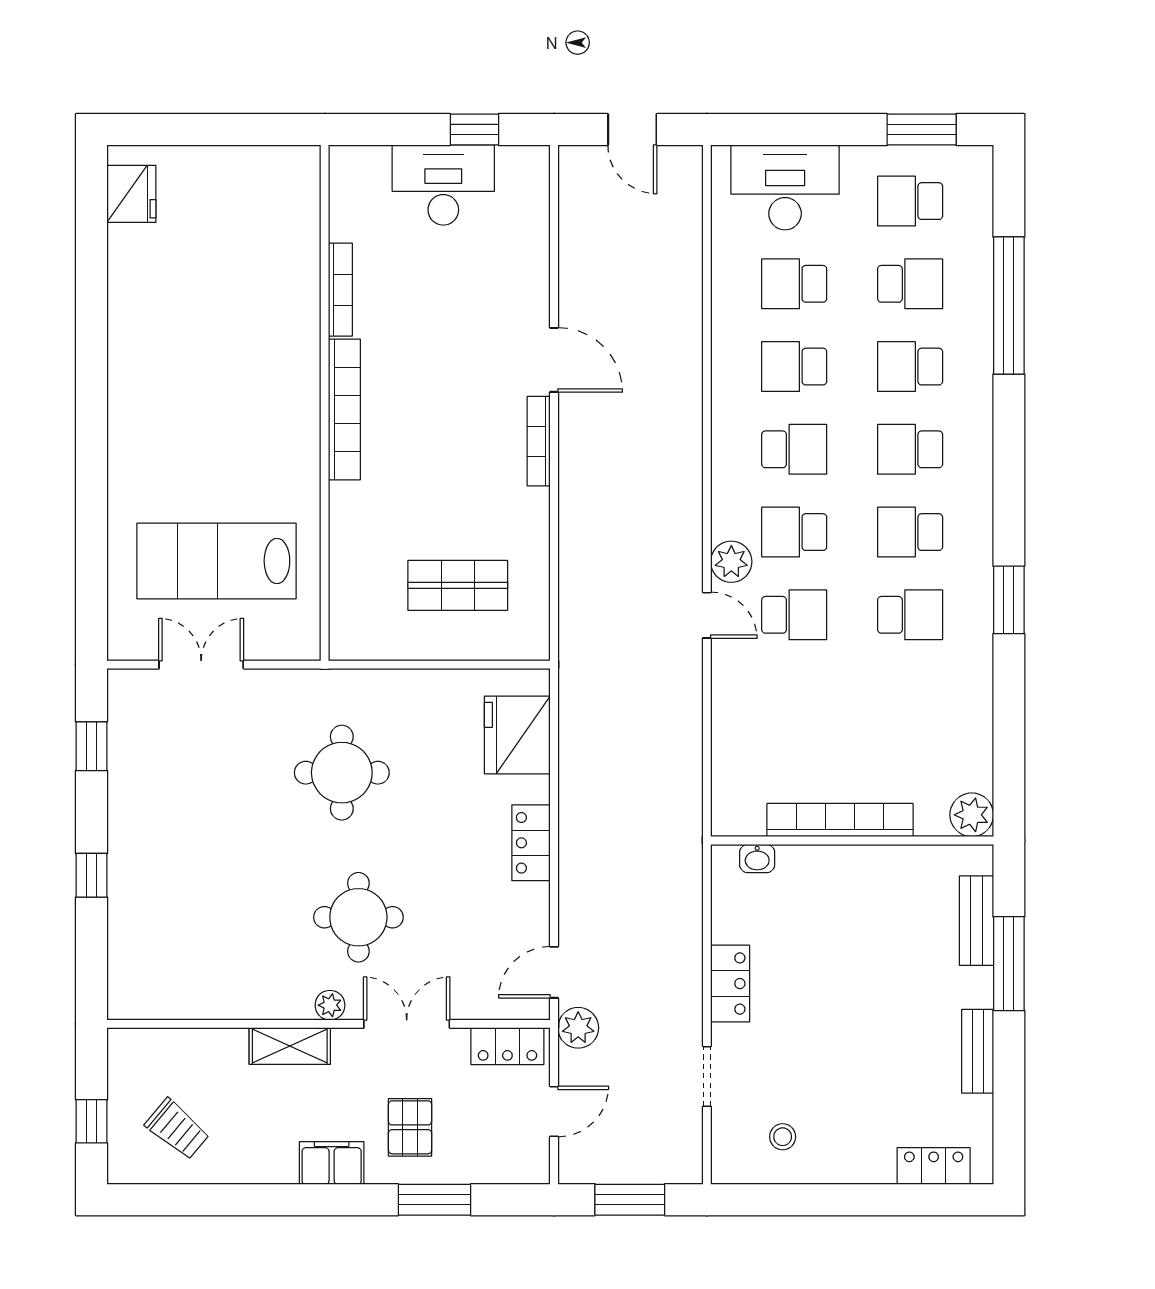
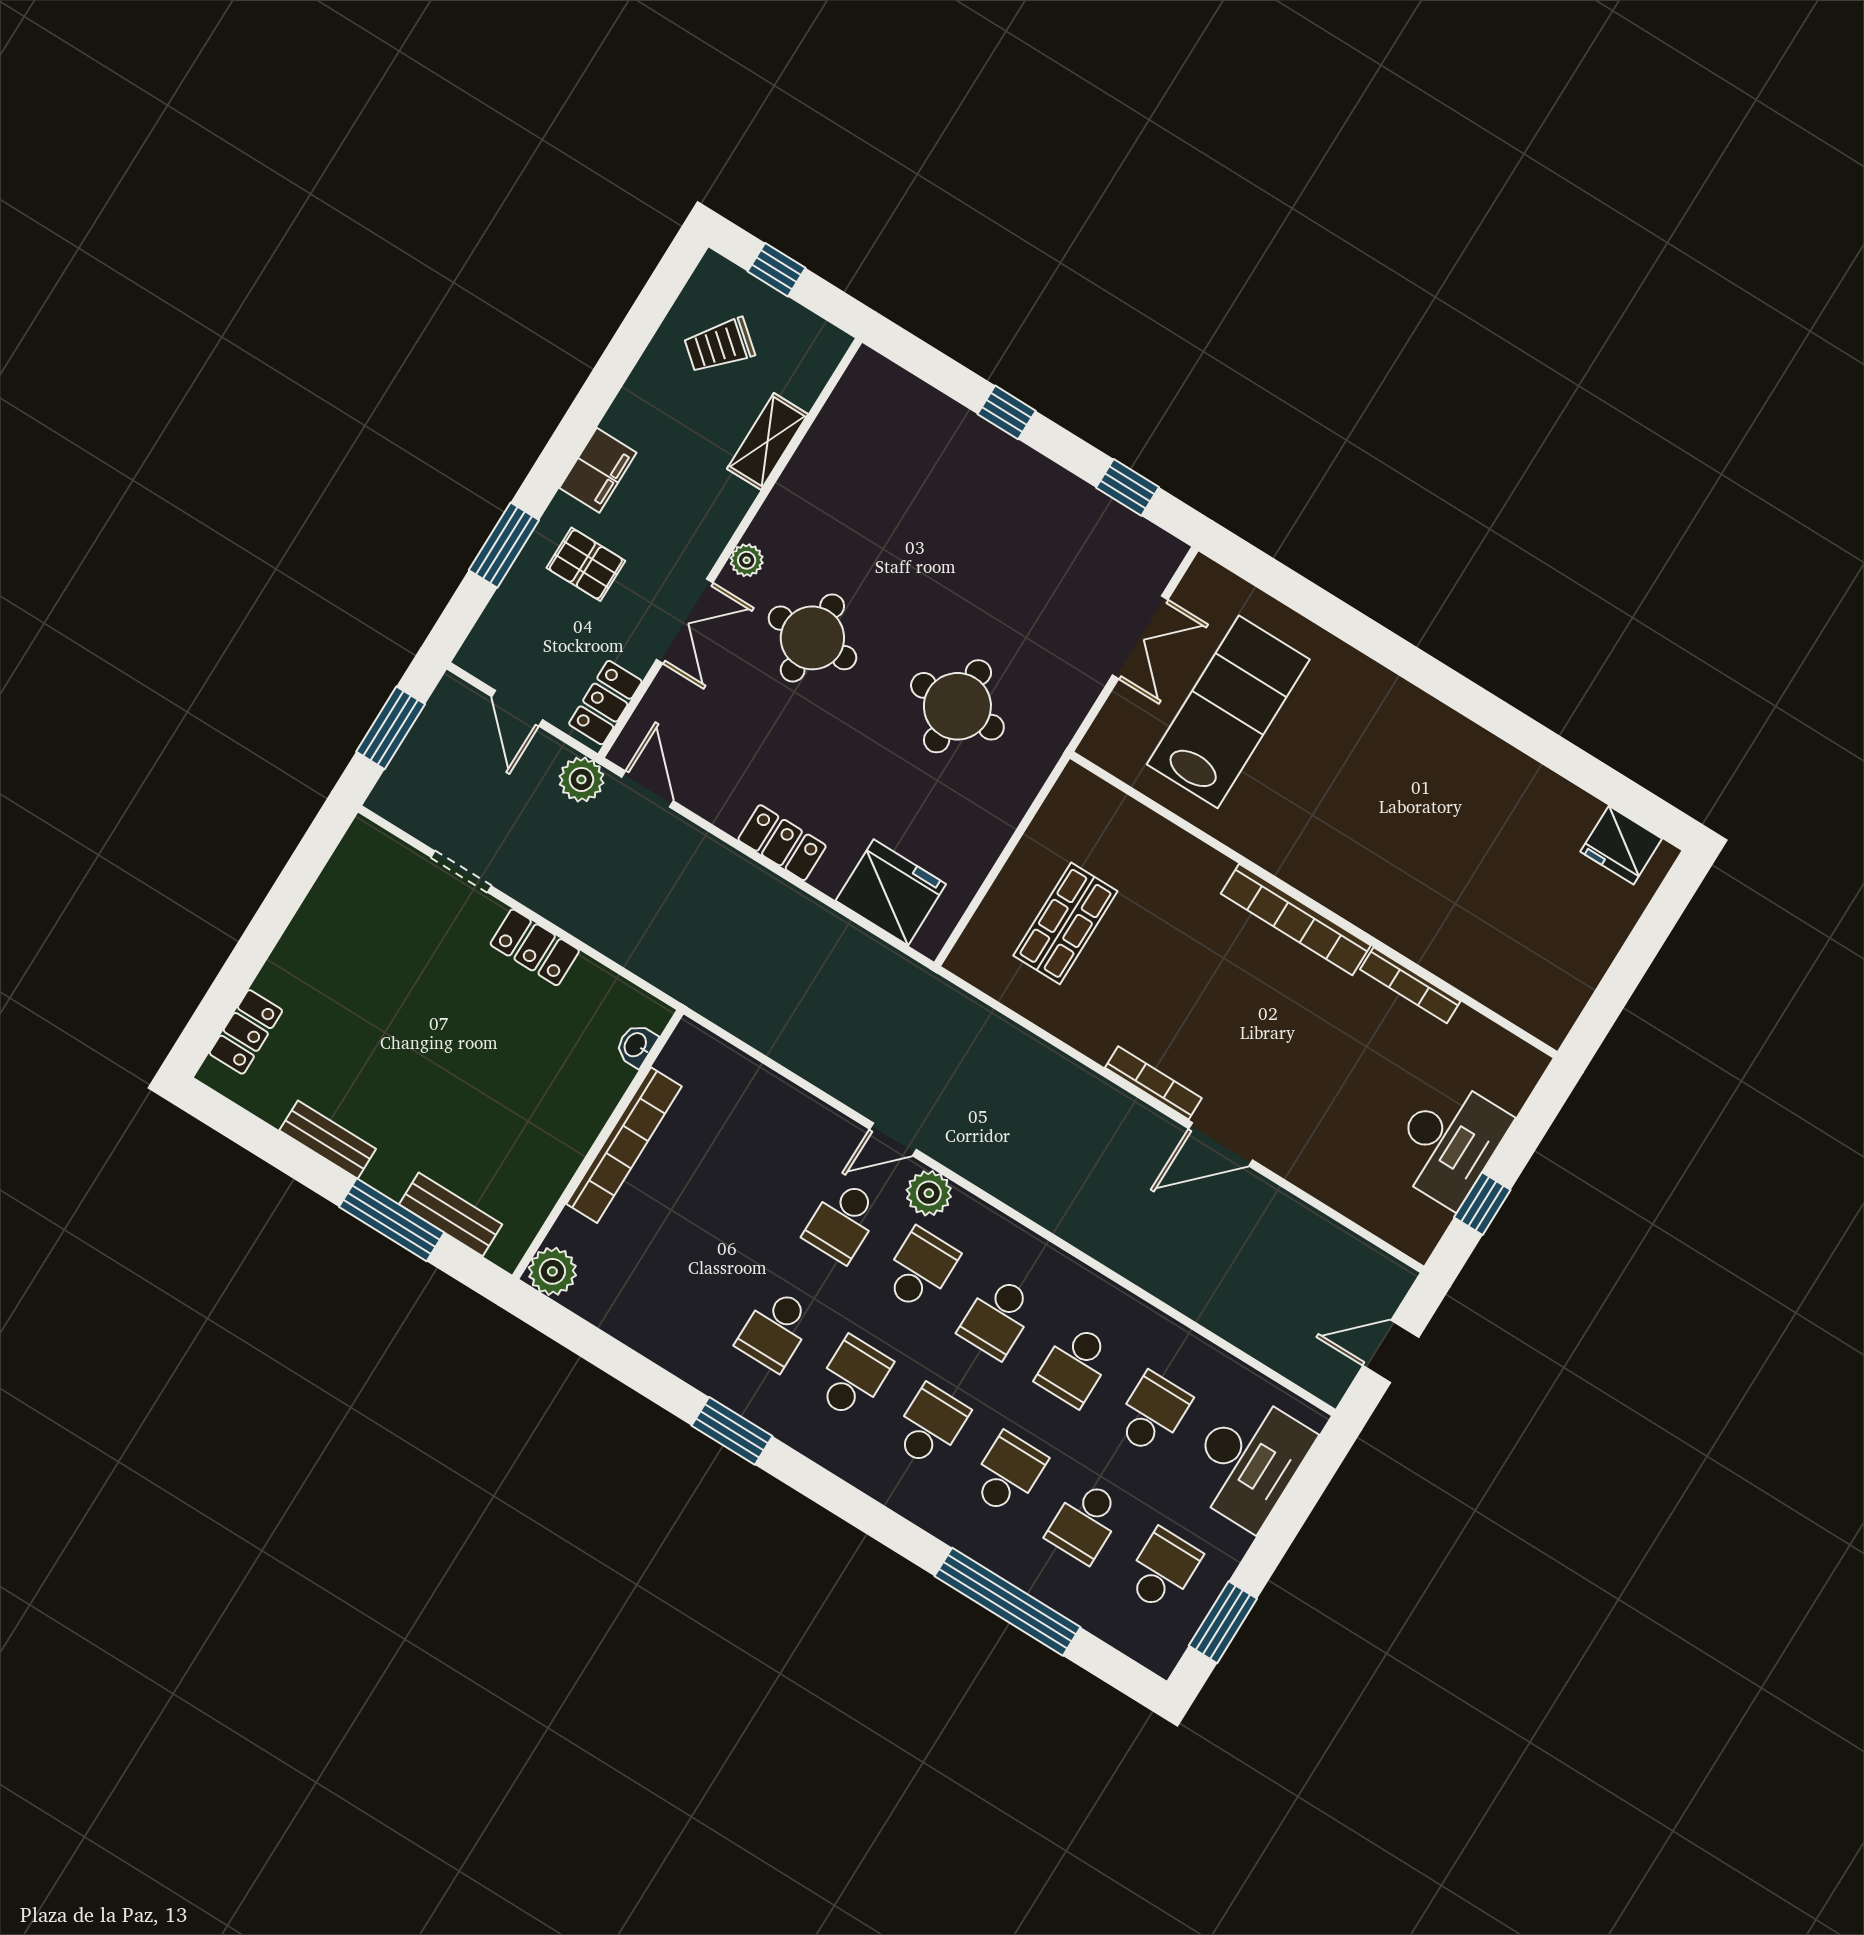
school desk: (794, 367) -> (1075, 1365), turned 180
shelving: (290, 1046) -> (767, 441), moved
stool: (783, 1137) -> (361, 908), removed

